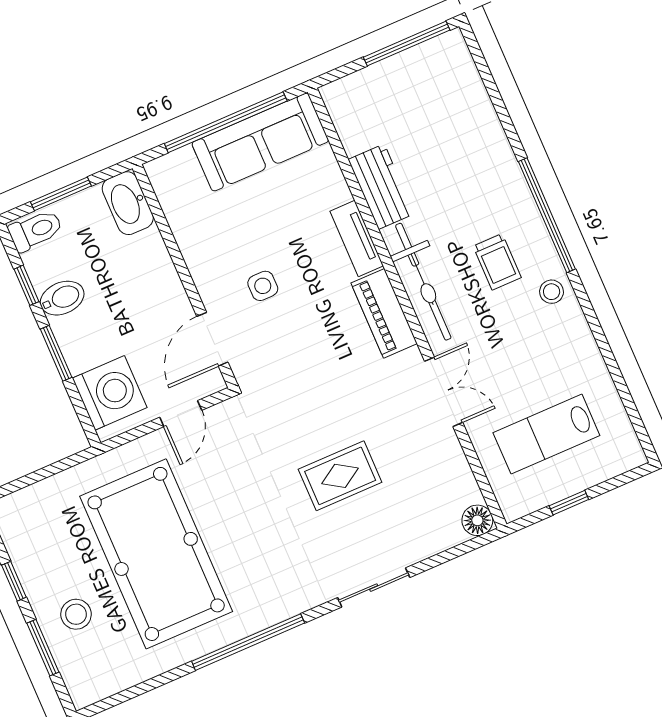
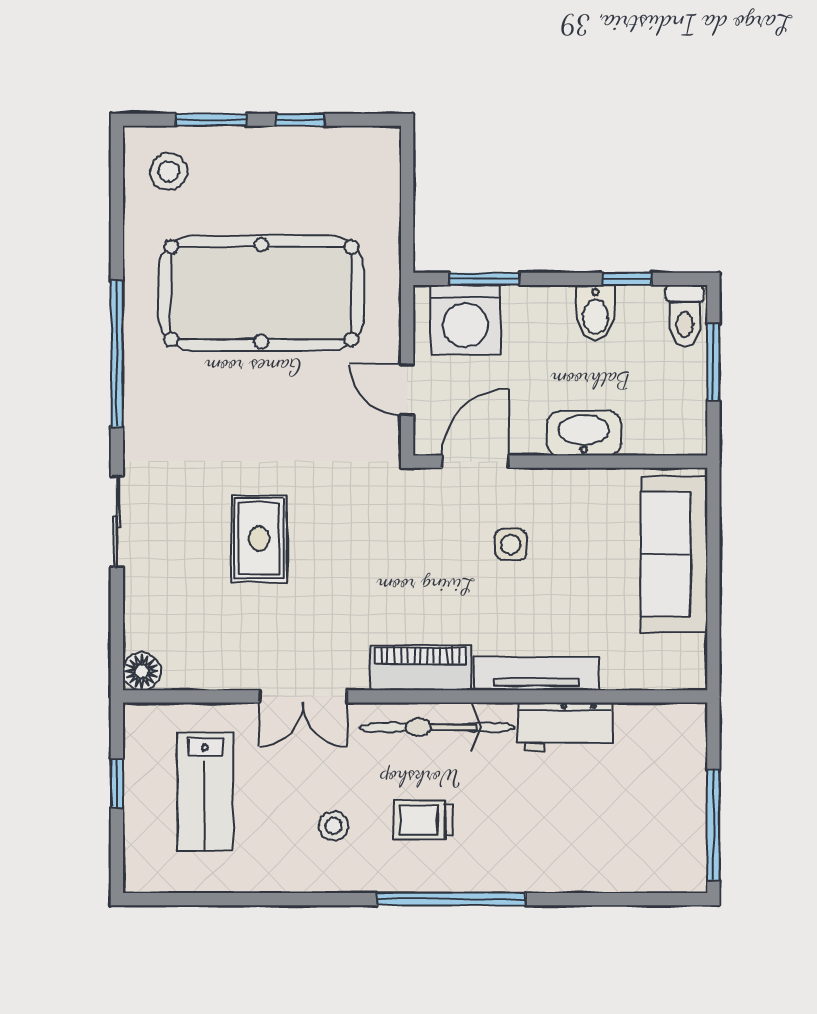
window: (226, 122) -> (713, 583), removed
sofa: (260, 142) -> (674, 554), moved
washbasin: (128, 203) -> (584, 433), moved
tv unit: (357, 238) -> (536, 674), width x1.41
stool: (552, 292) -> (333, 826), moved
door: (212, 339) -> (475, 462), hinge flipped
window: (56, 353) -> (485, 279), moved
lab bench: (546, 434) -> (205, 792), turned 180
stool: (76, 614) -> (169, 171), moved

